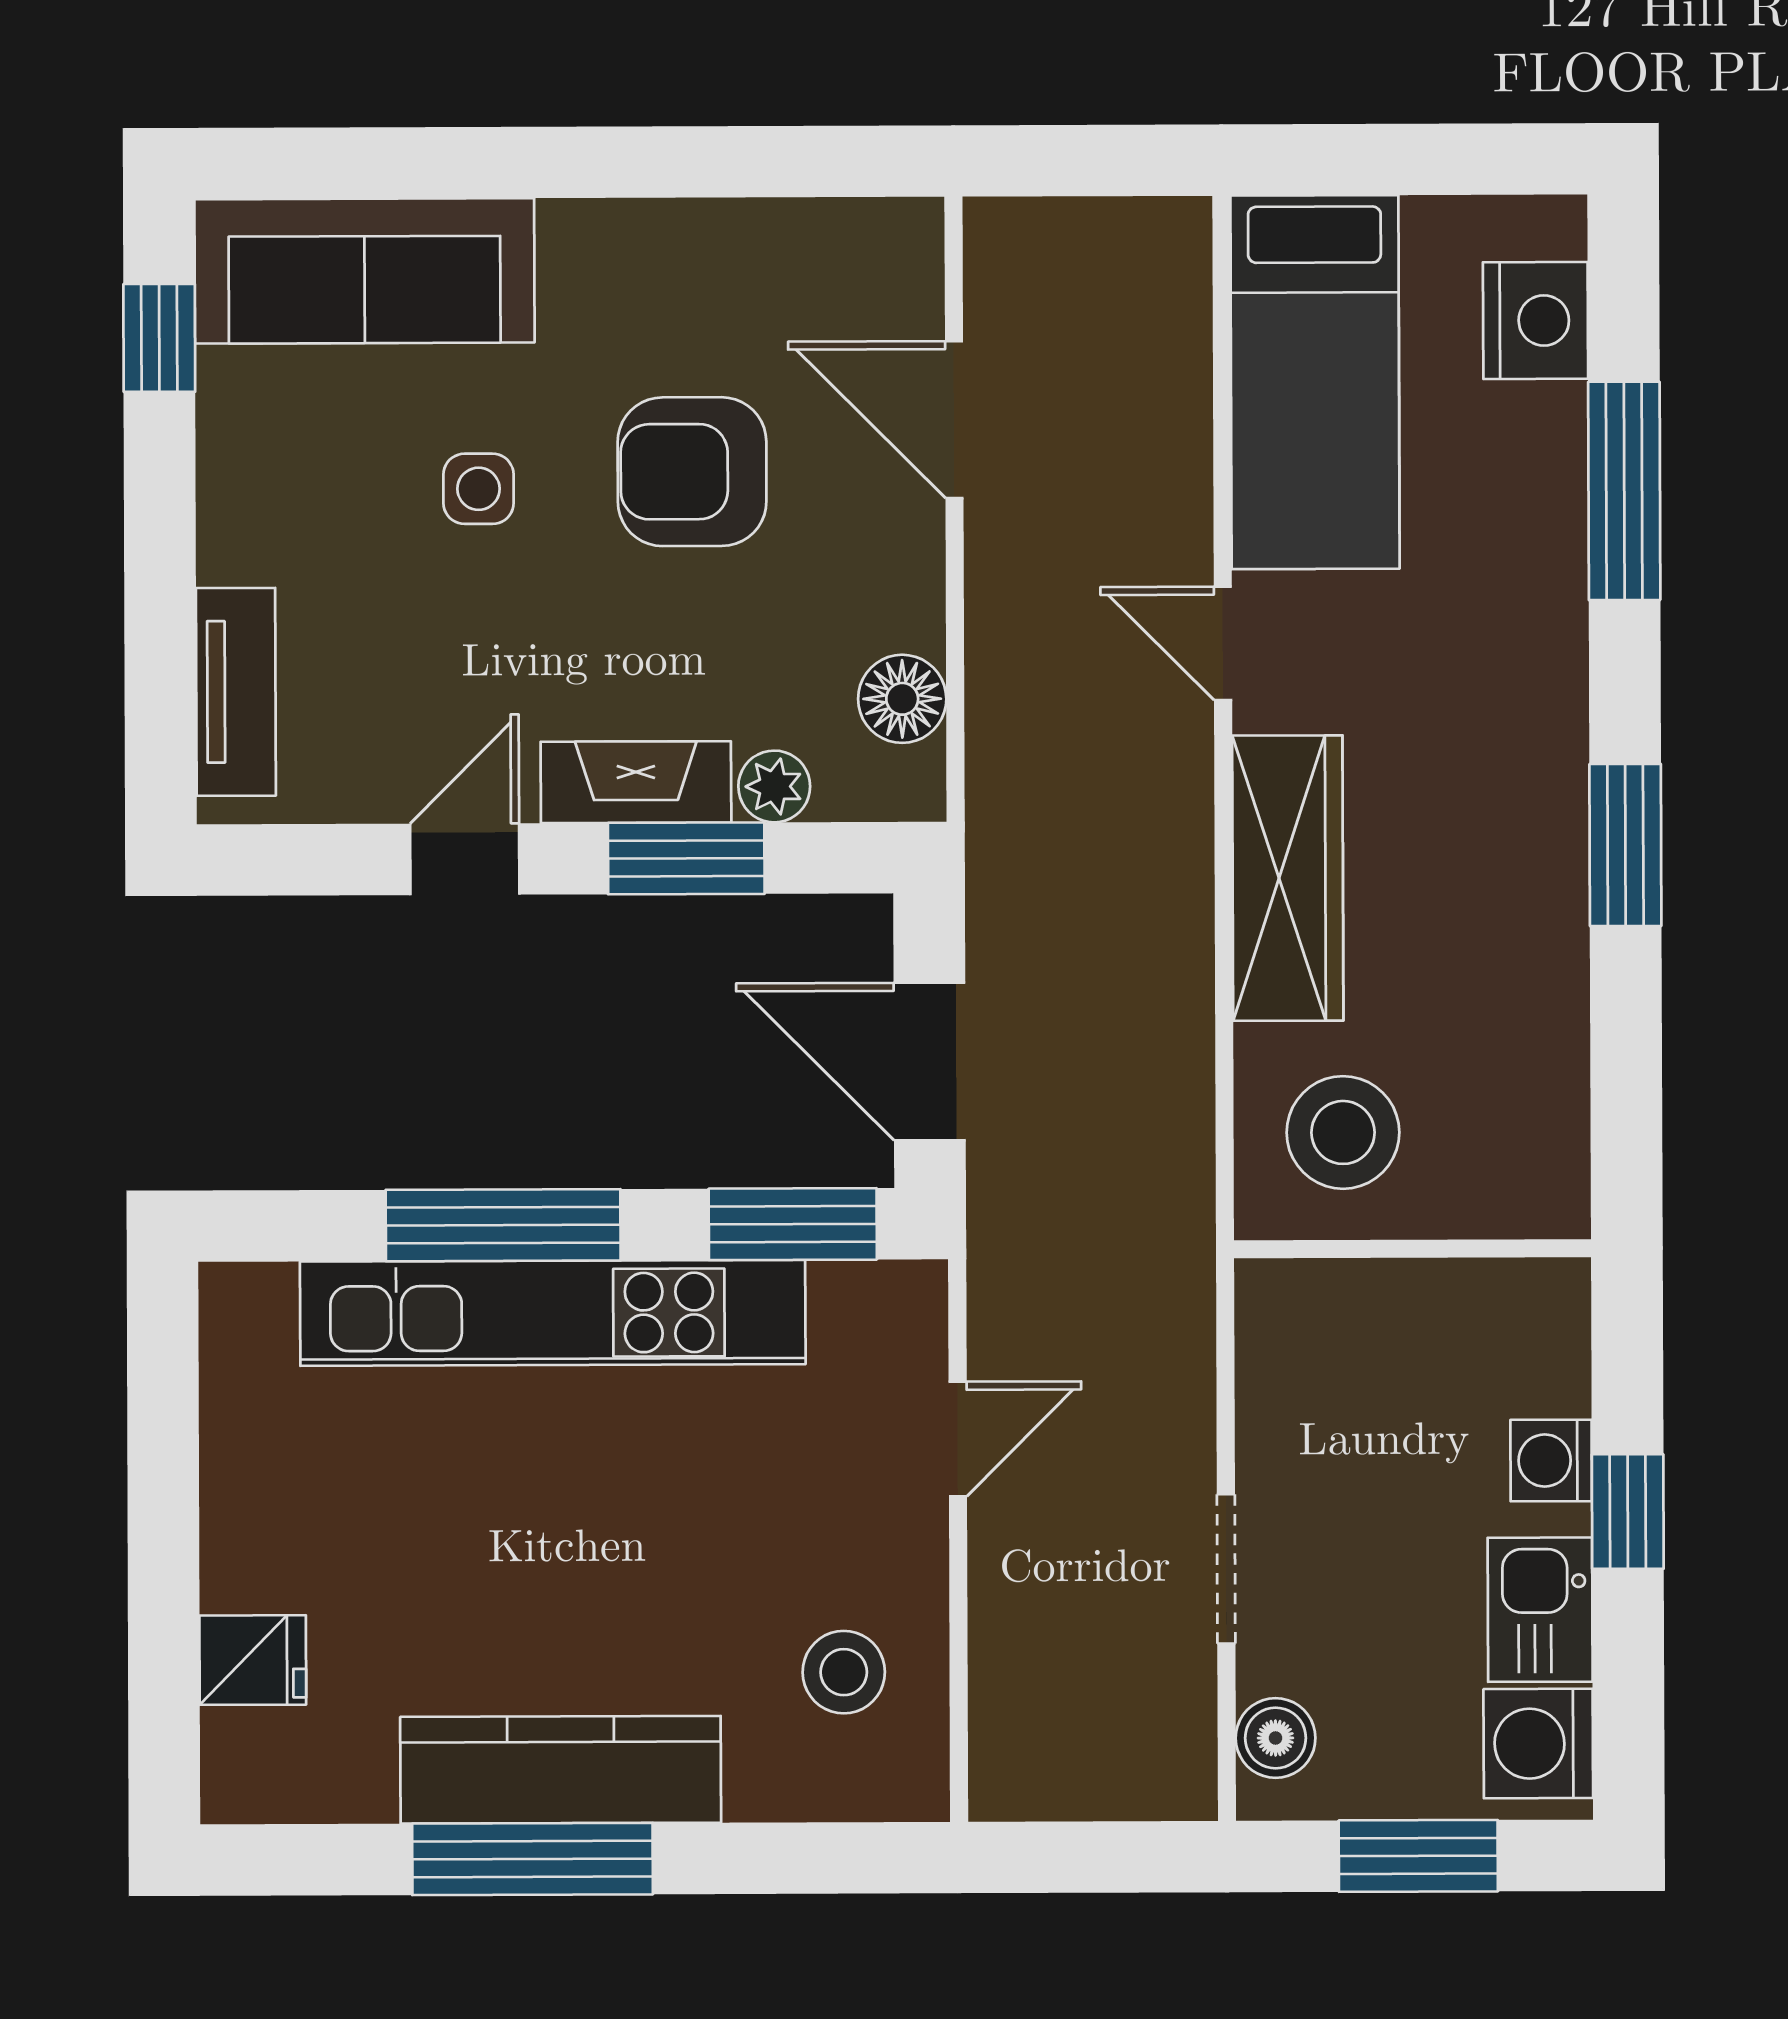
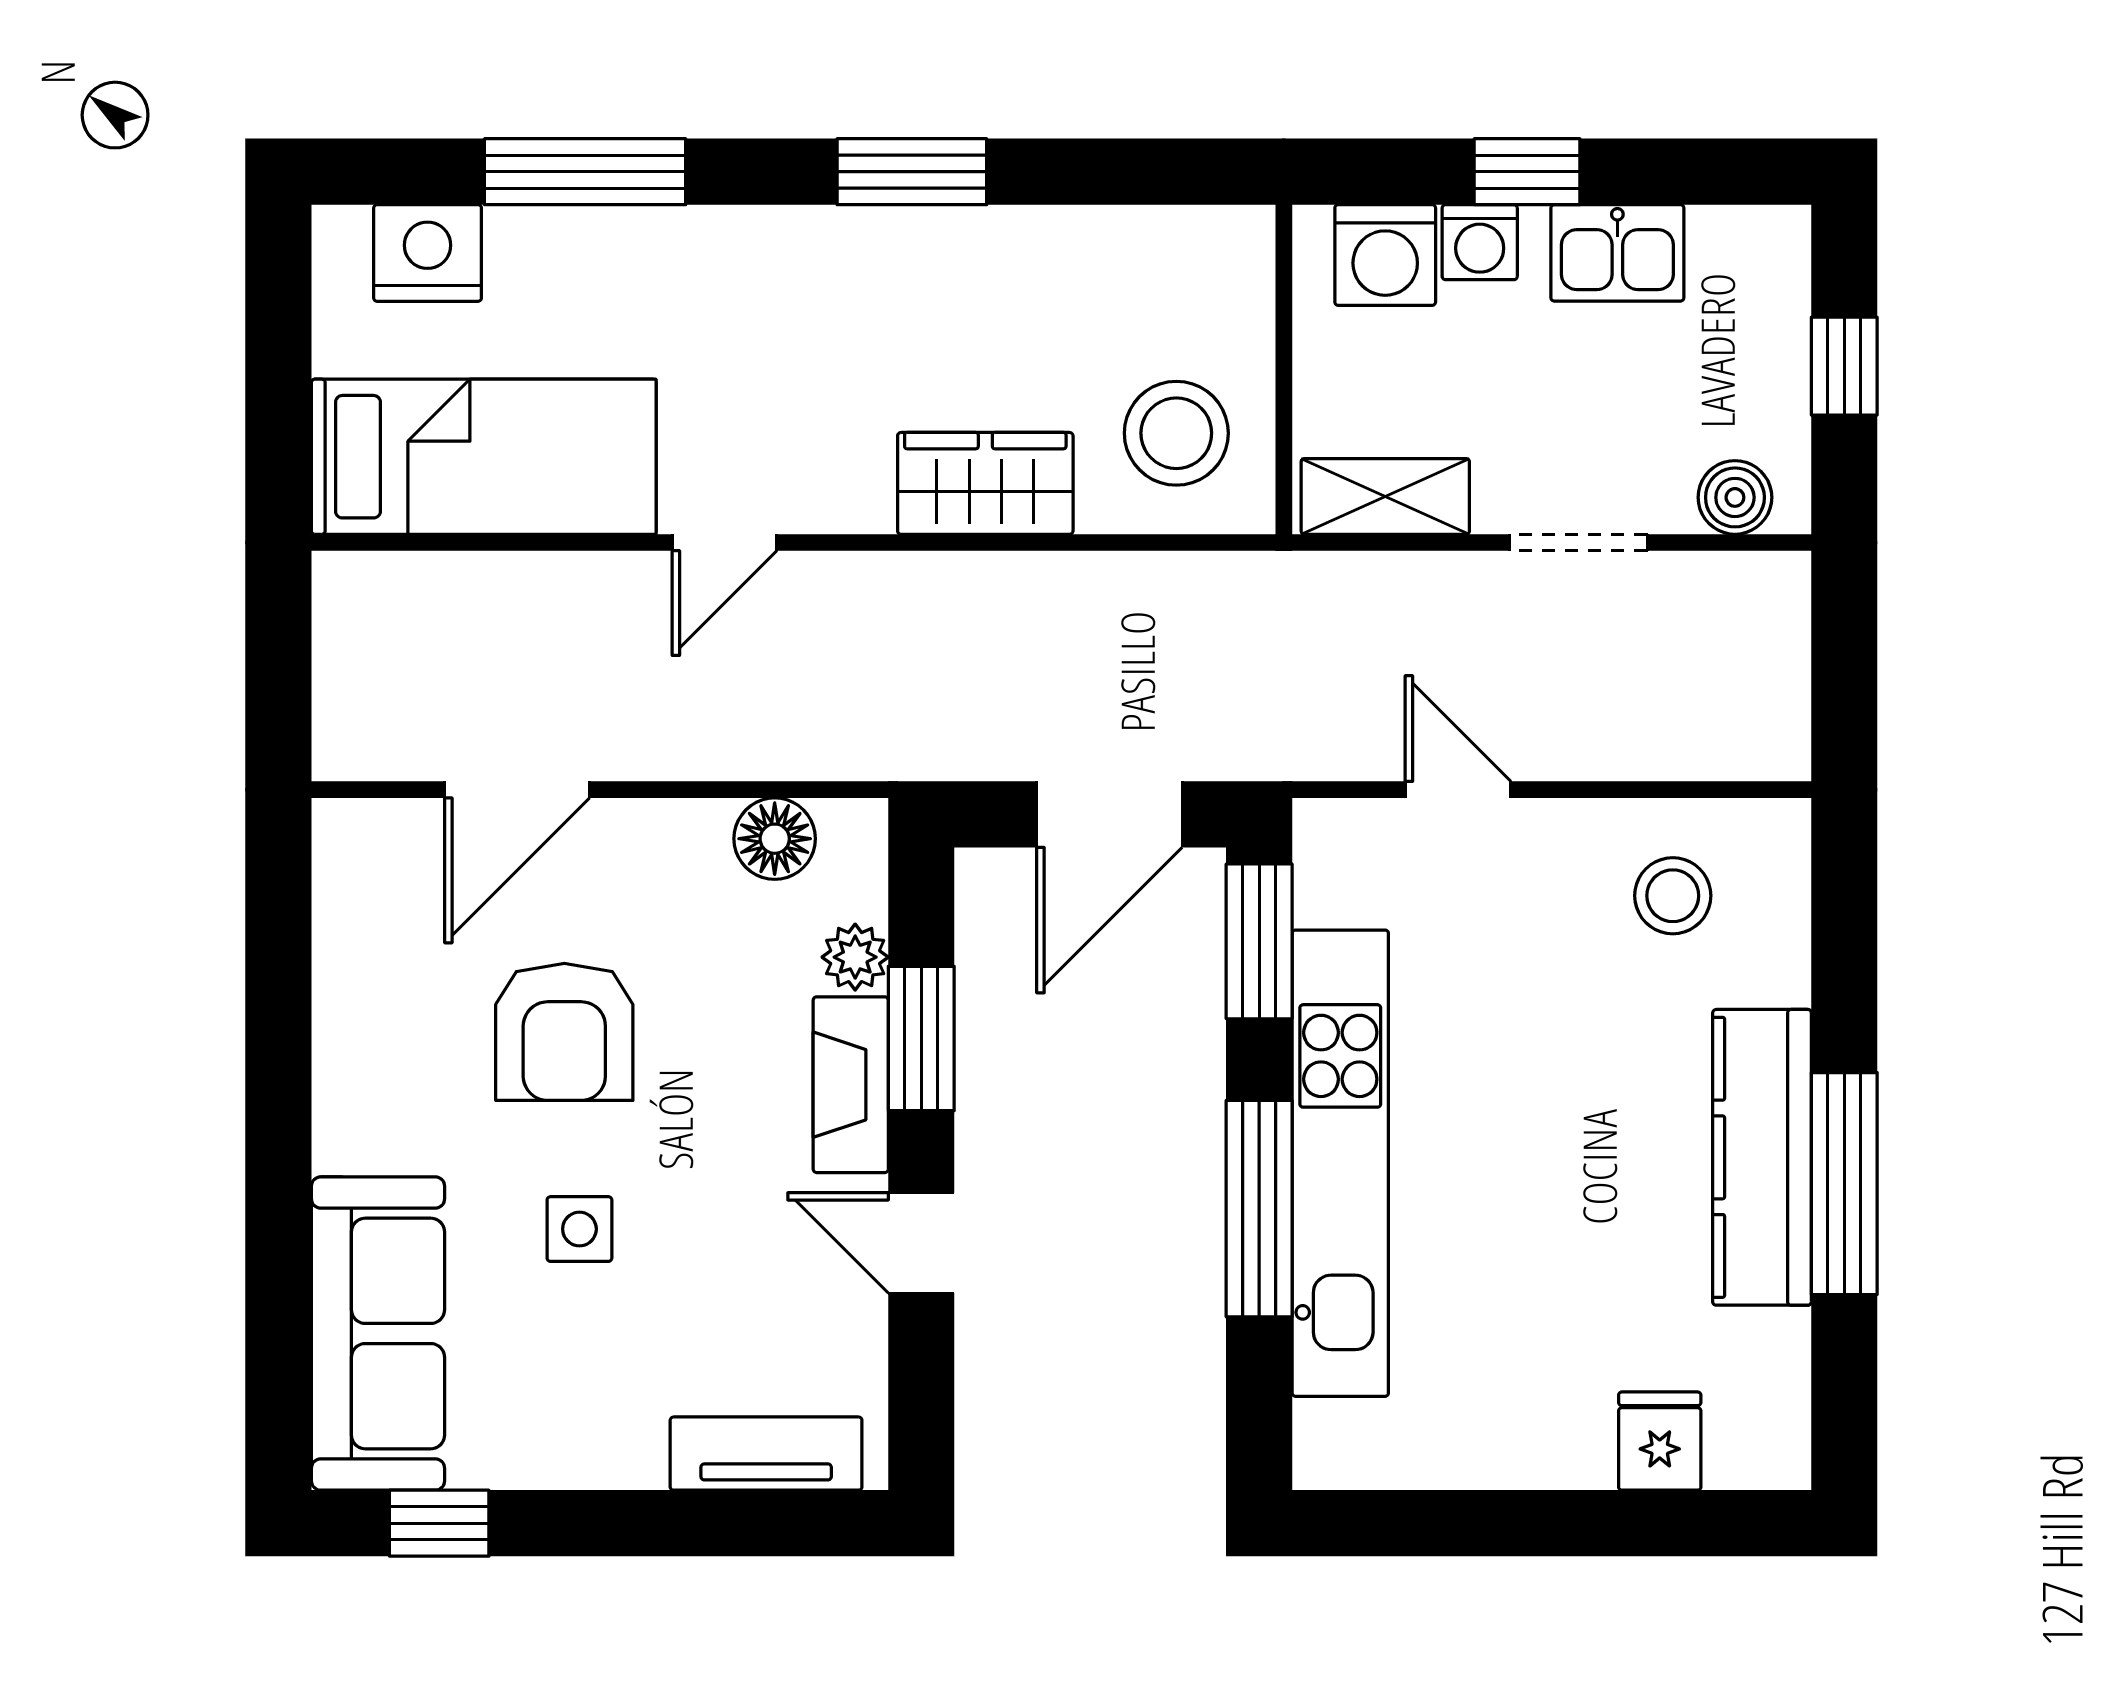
wardrobe: (1288, 878) -> (985, 483), width x0.67
shelving: (1275, 1359) -> (1385, 496), added
washing machine: (1538, 1744) -> (1385, 255), moved
window: (1418, 1856) -> (1844, 366), width x0.67

